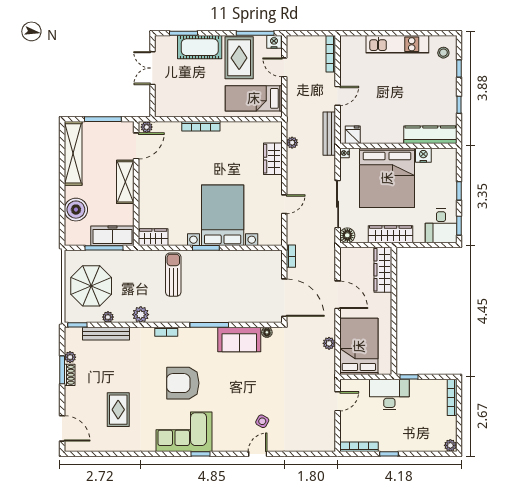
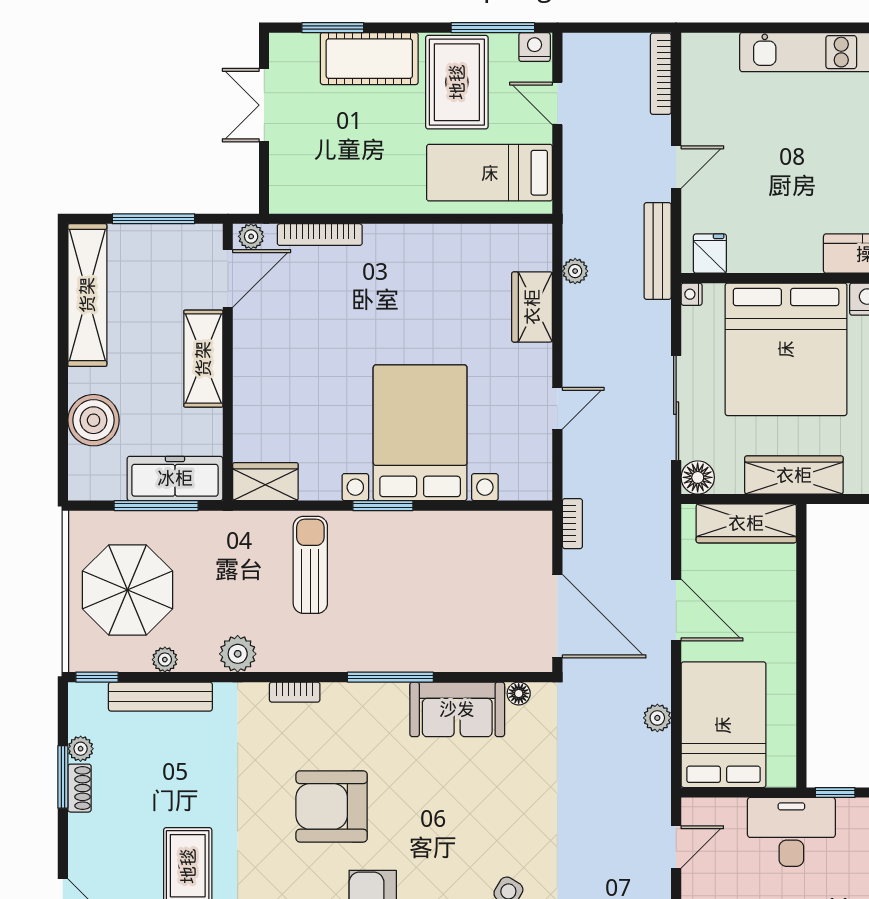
bookcase: (201, 126) -> (320, 235), moved
wardrobe: (383, 270) -> (746, 523), moved, turned -90

